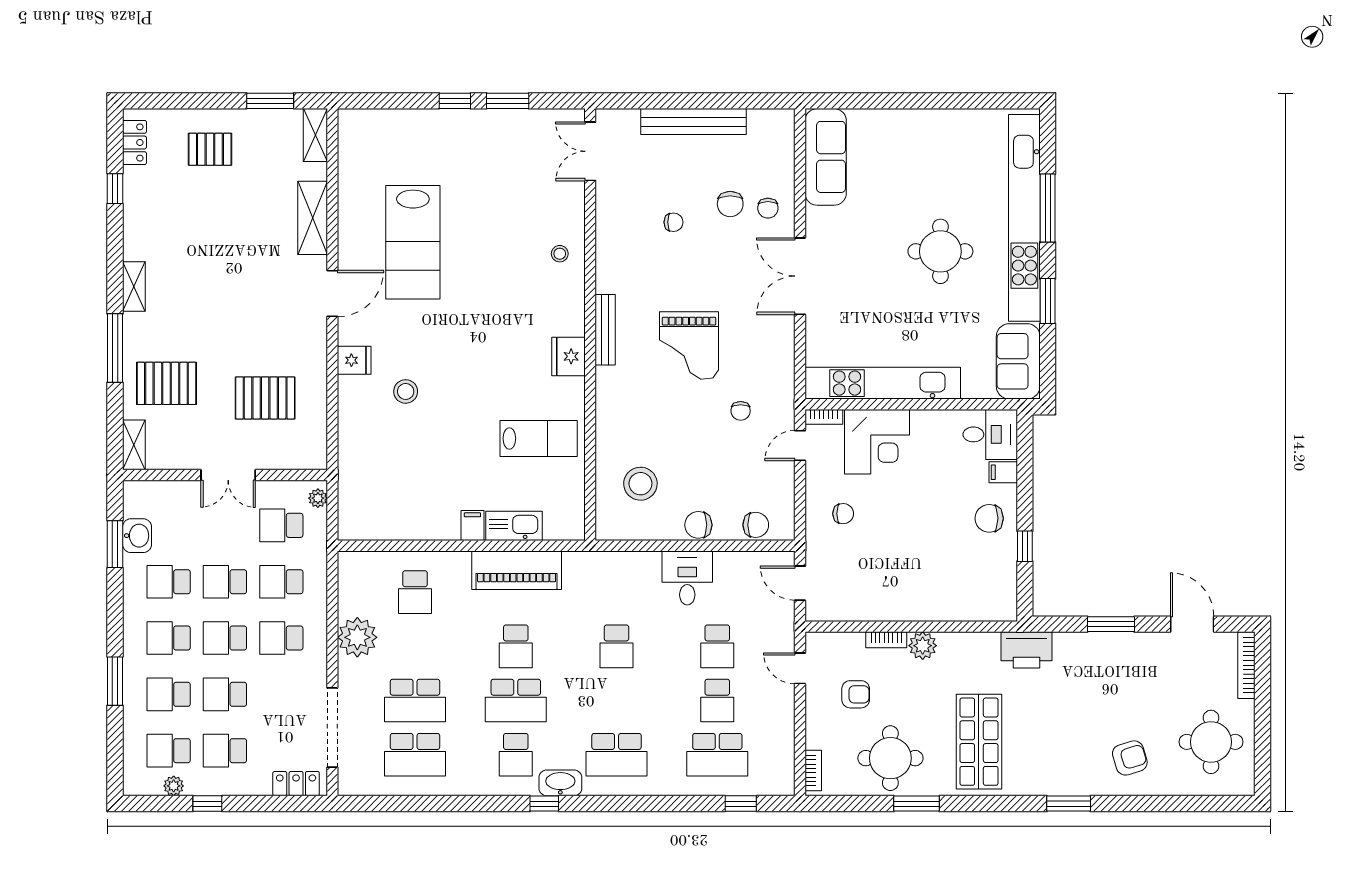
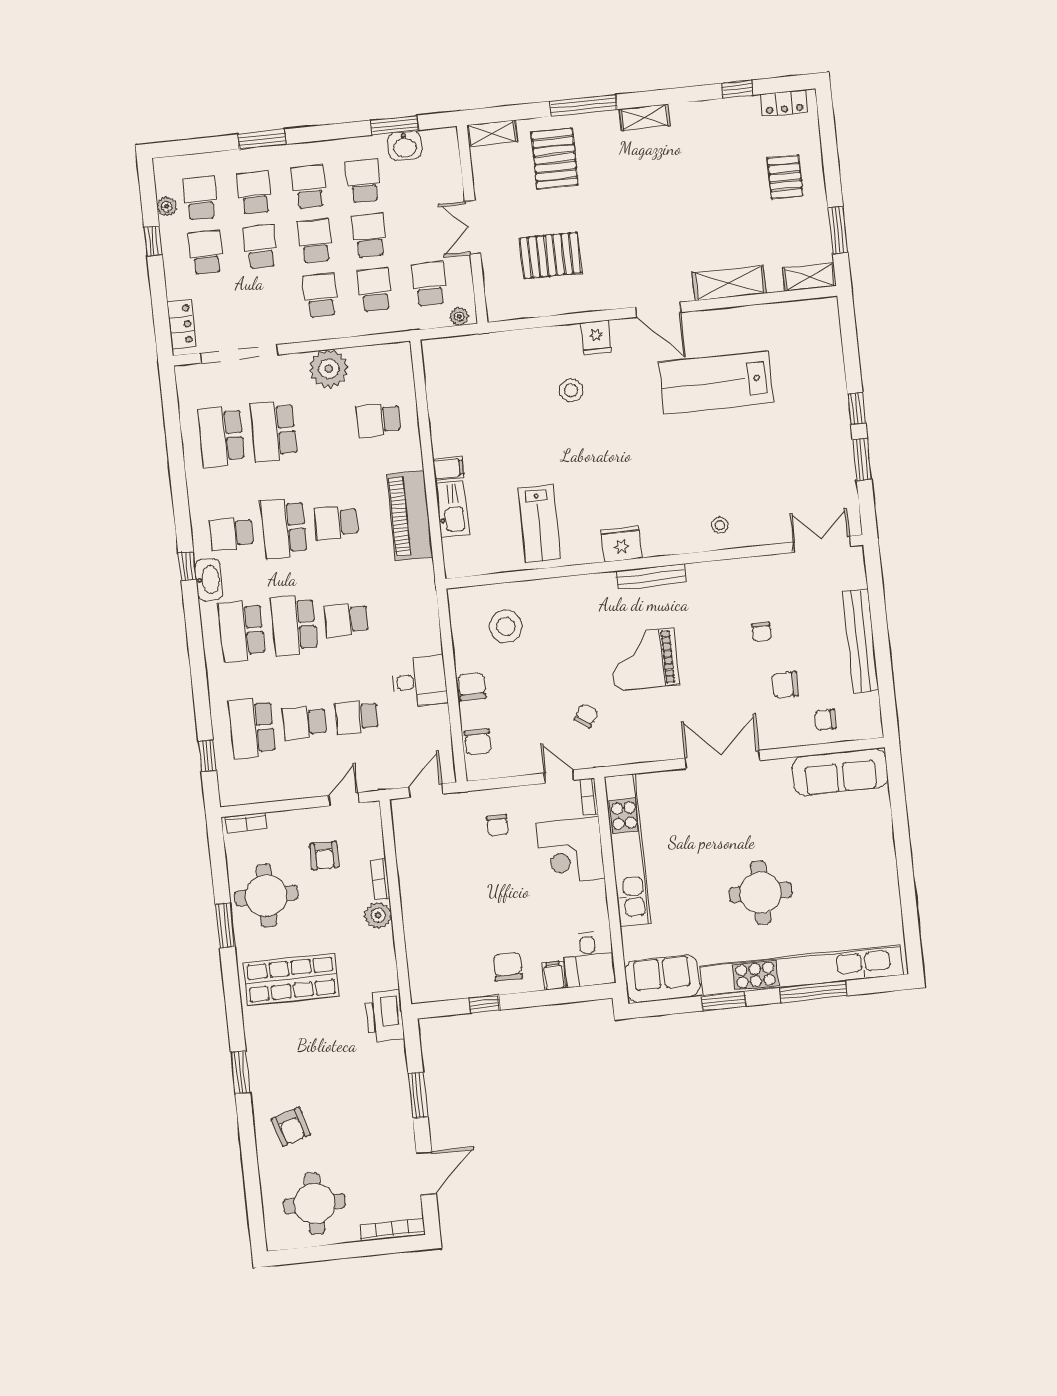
chair: (768, 208) -> (825, 720), moved
pallet: (265, 398) -> (551, 255), turned 90
chair: (741, 411) -> (586, 716), turned 124
school desk: (617, 701) -> (294, 625), added

